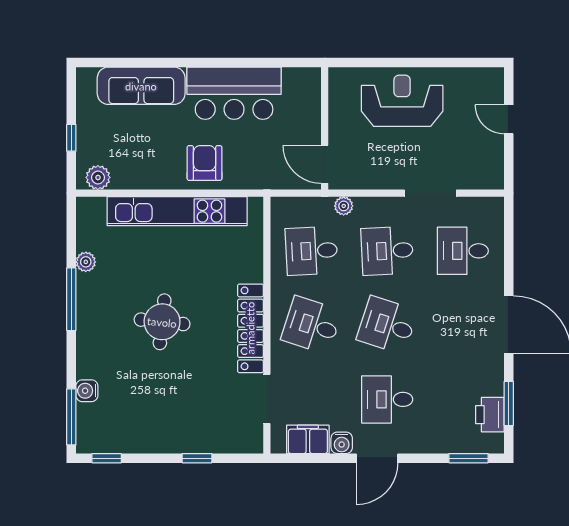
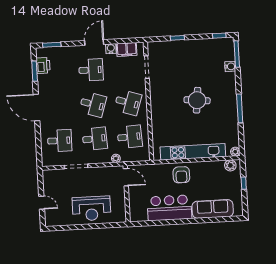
plant: (86, 262) -> (235, 152), moved
locker: (250, 328) -> (156, 99), removed

